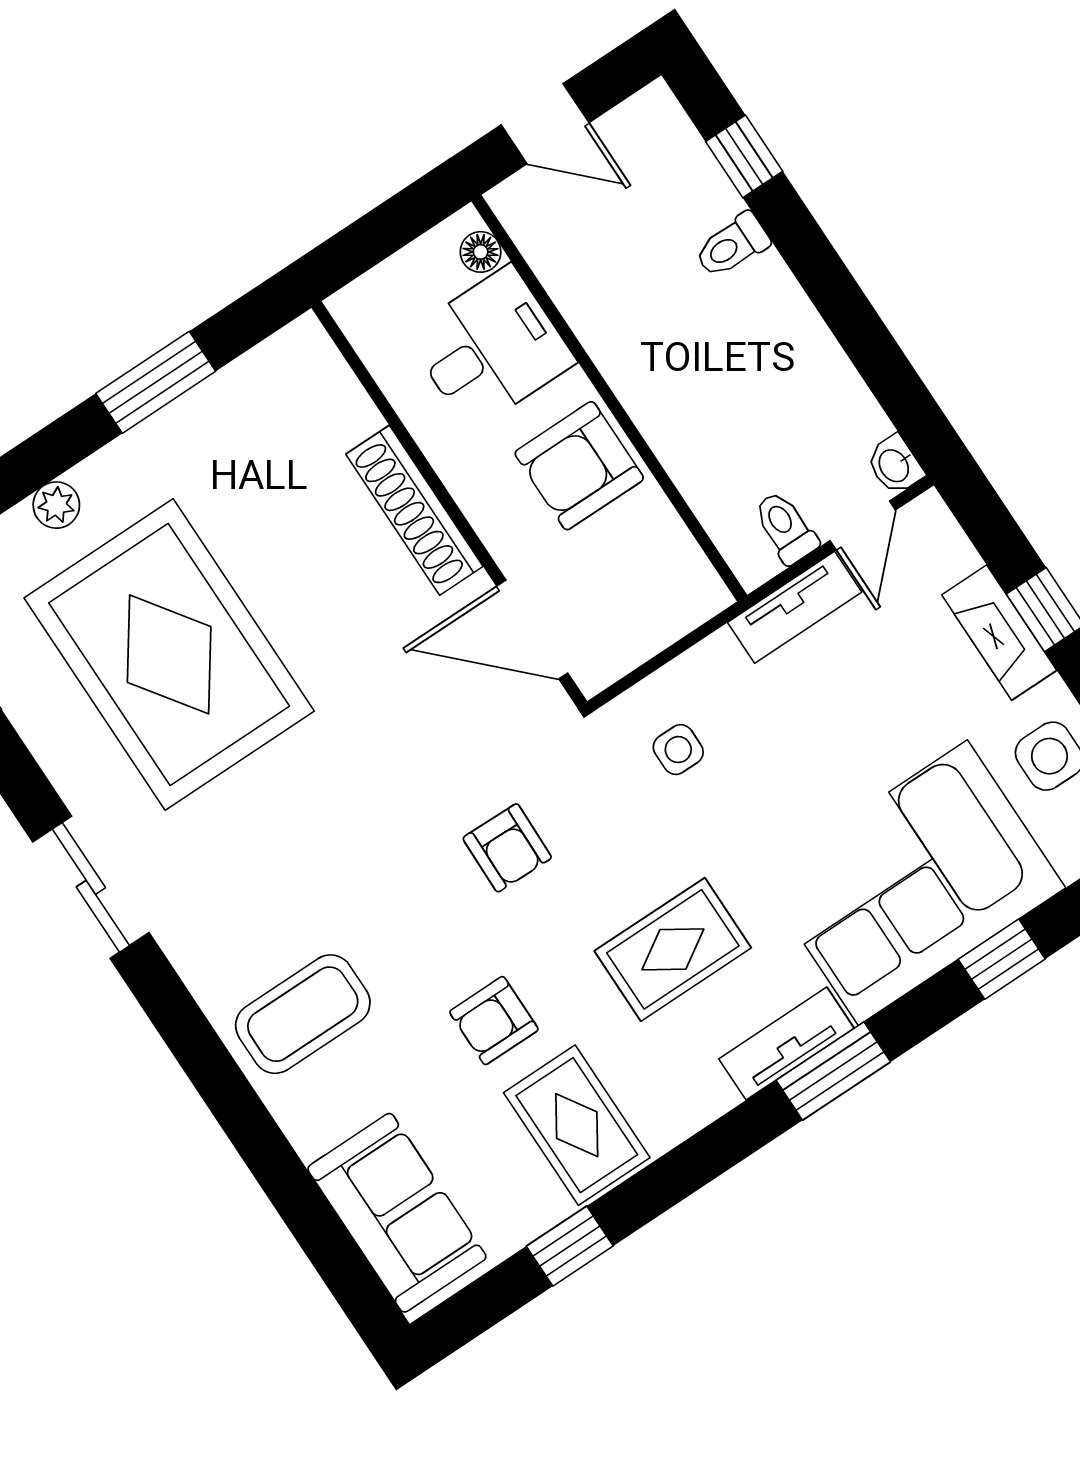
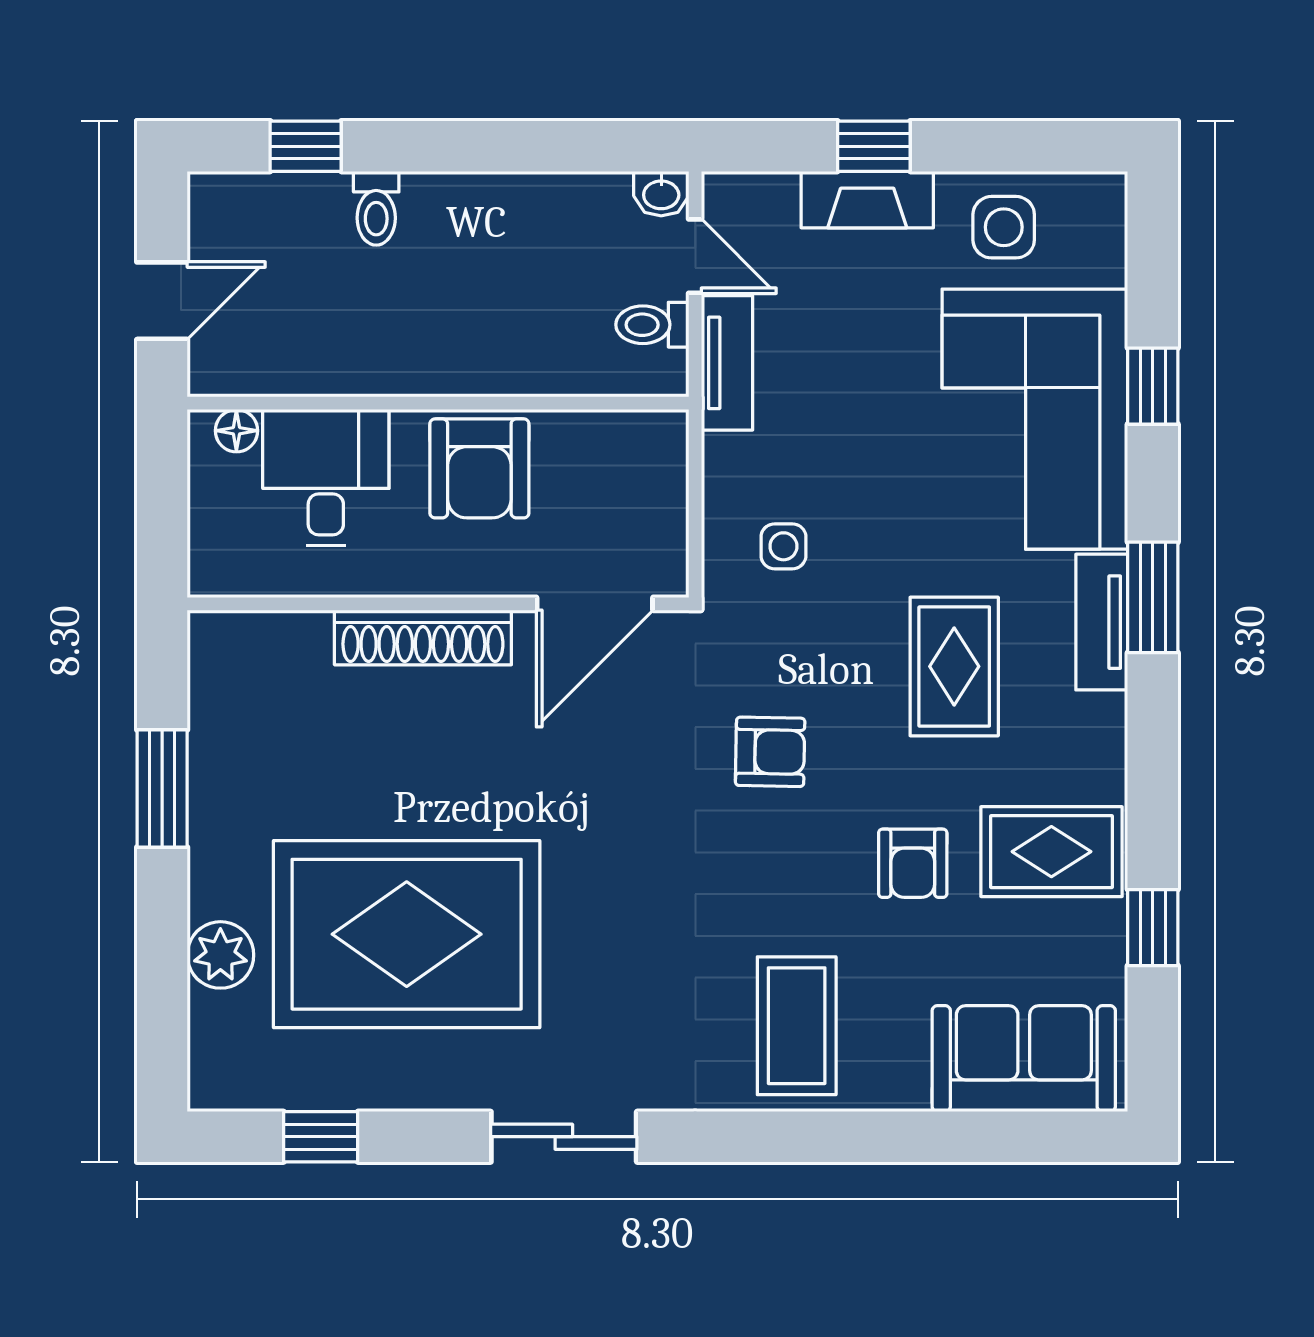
plant: (56, 505) -> (220, 955), width x1.38, depth x1.38

